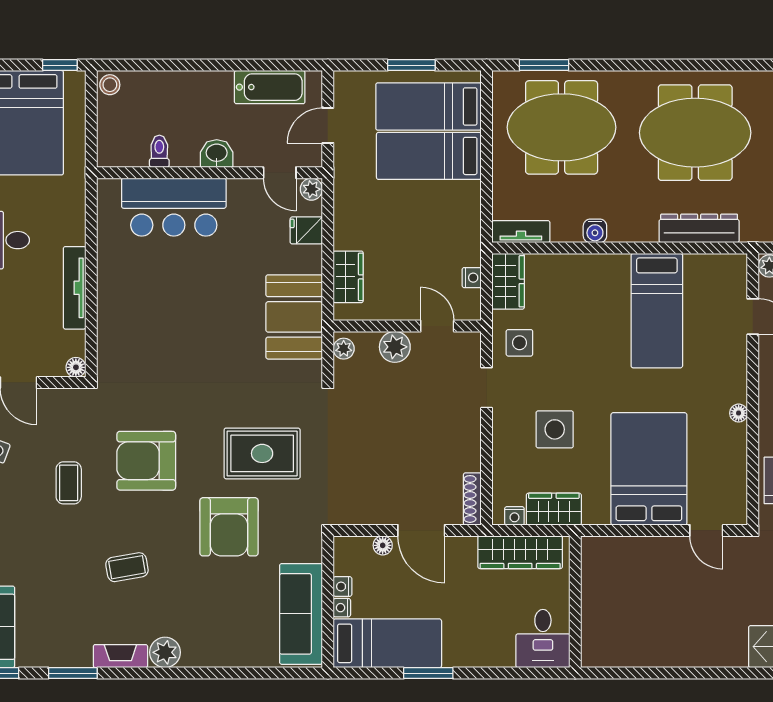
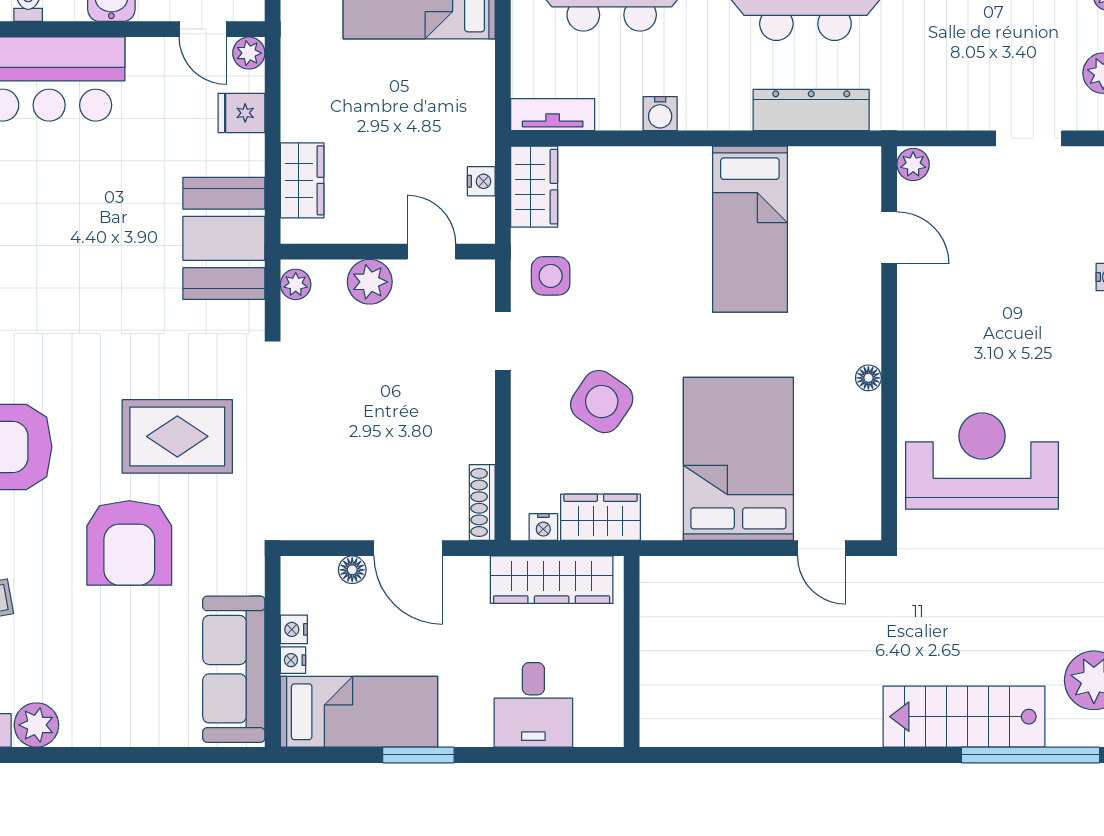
side table: (555, 429) -> (602, 402), turned 34
desk: (543, 639) -> (533, 705), moved

